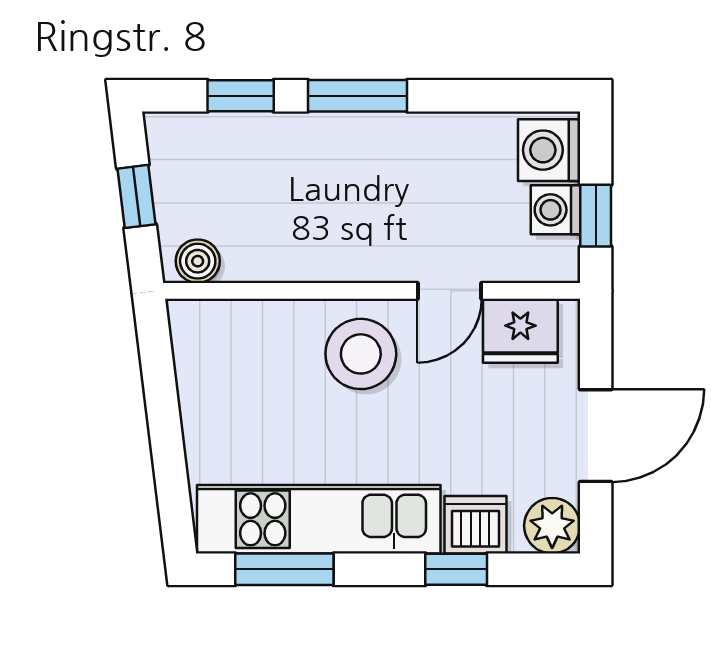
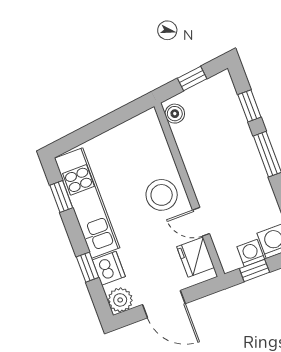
window: (284, 569) -> (61, 196), width x0.67

